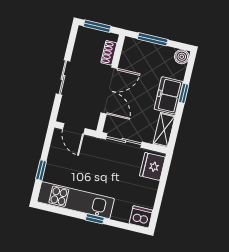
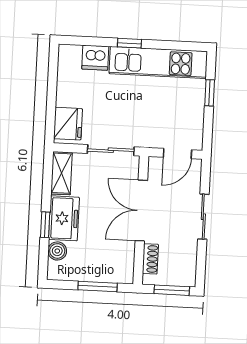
boiler: (182, 57) -> (57, 251), moved
door: (74, 129) -> (177, 154), swing flipped
dishwasher: (141, 217) -> (95, 58), moved

